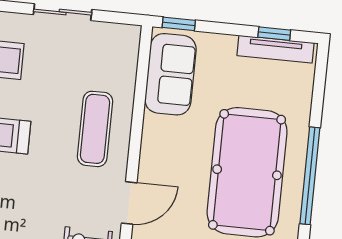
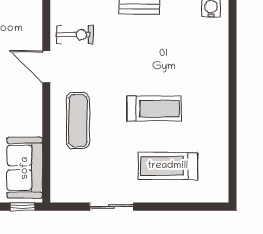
door: (129, 203) -> (46, 67), hinge flipped

